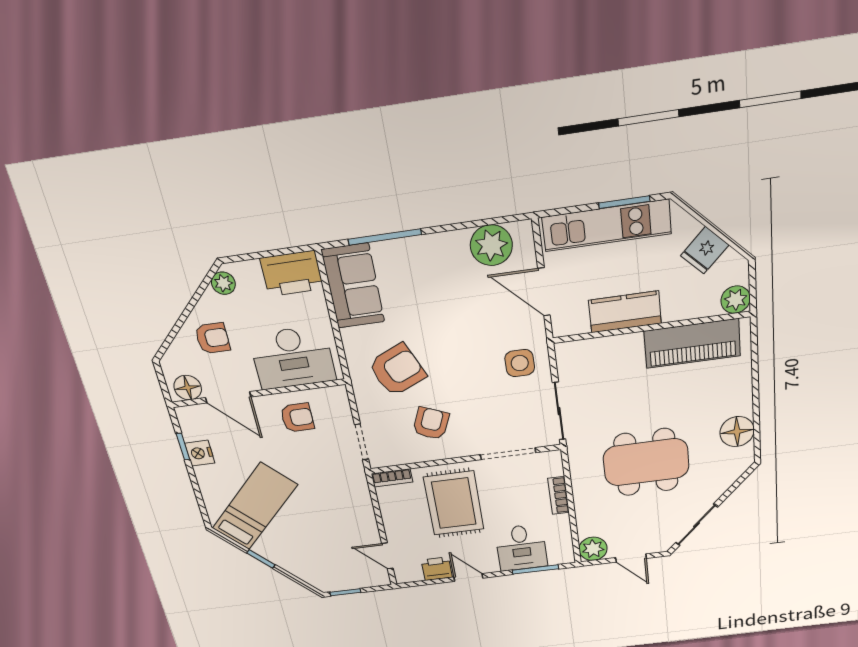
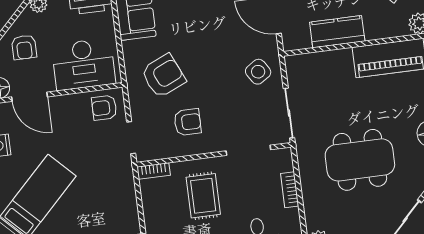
armchair: (213, 338) -> (24, 47), turned 90
side table: (520, 363) -> (258, 72), turned -33
armchair: (297, 418) -> (104, 108), moved, turned 180
armchair: (431, 423) -> (188, 122), turned 67
rug: (454, 503) -> (203, 196), width x0.73, depth x0.70

